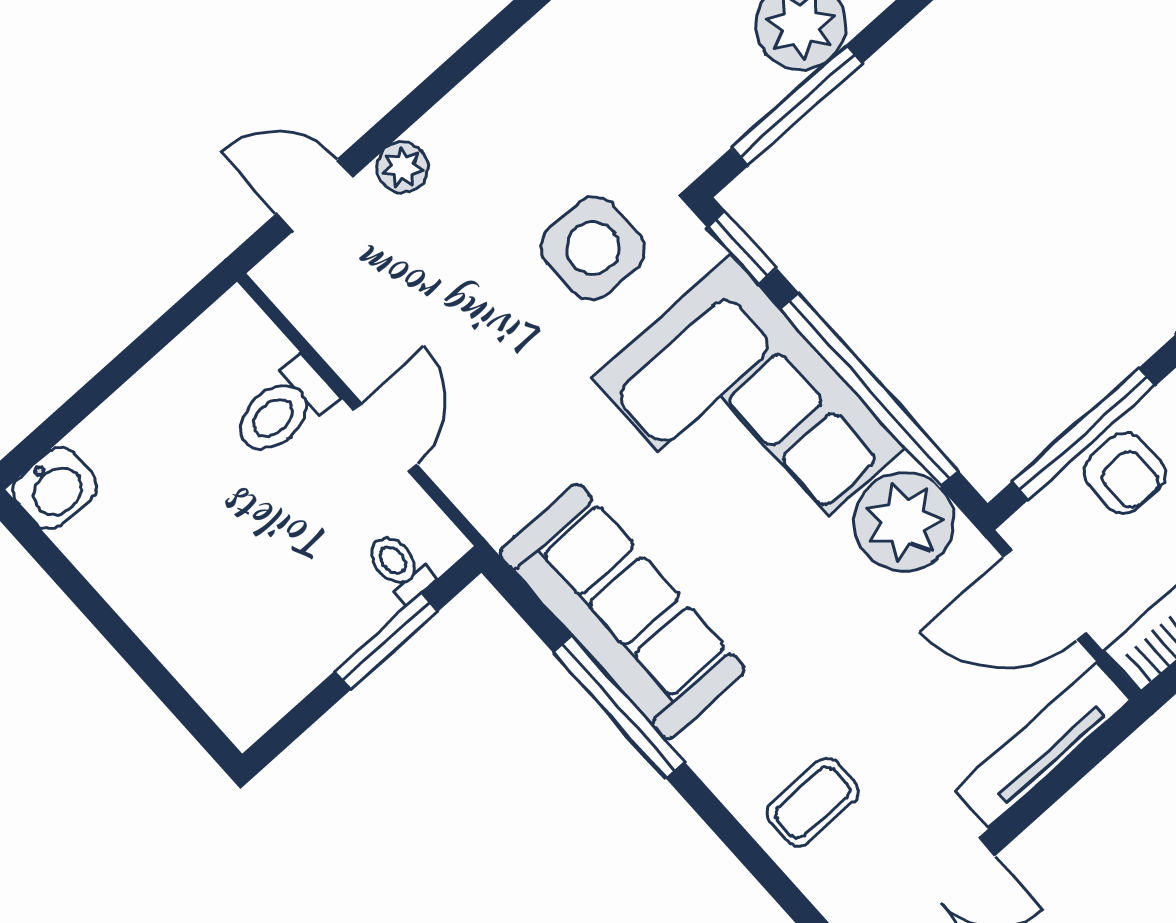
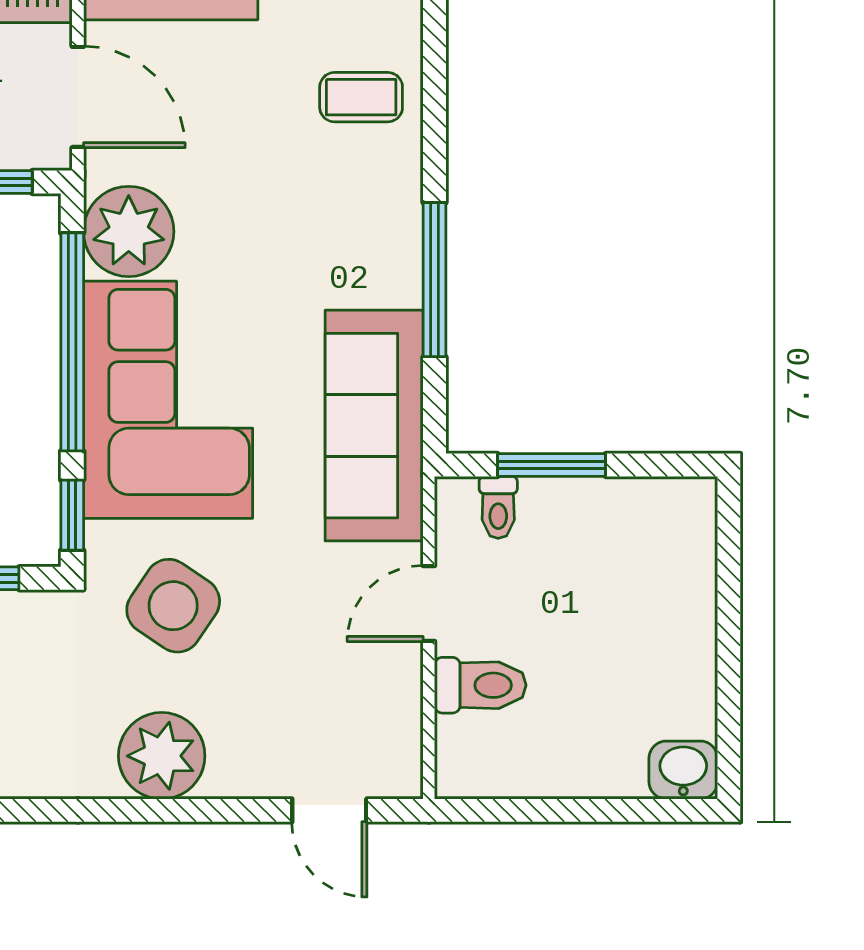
plant: (403, 167) -> (162, 756), moved, width x1.88, depth x1.88
side table: (593, 248) -> (173, 606), turned 34
sofa: (622, 612) -> (374, 426), moved

